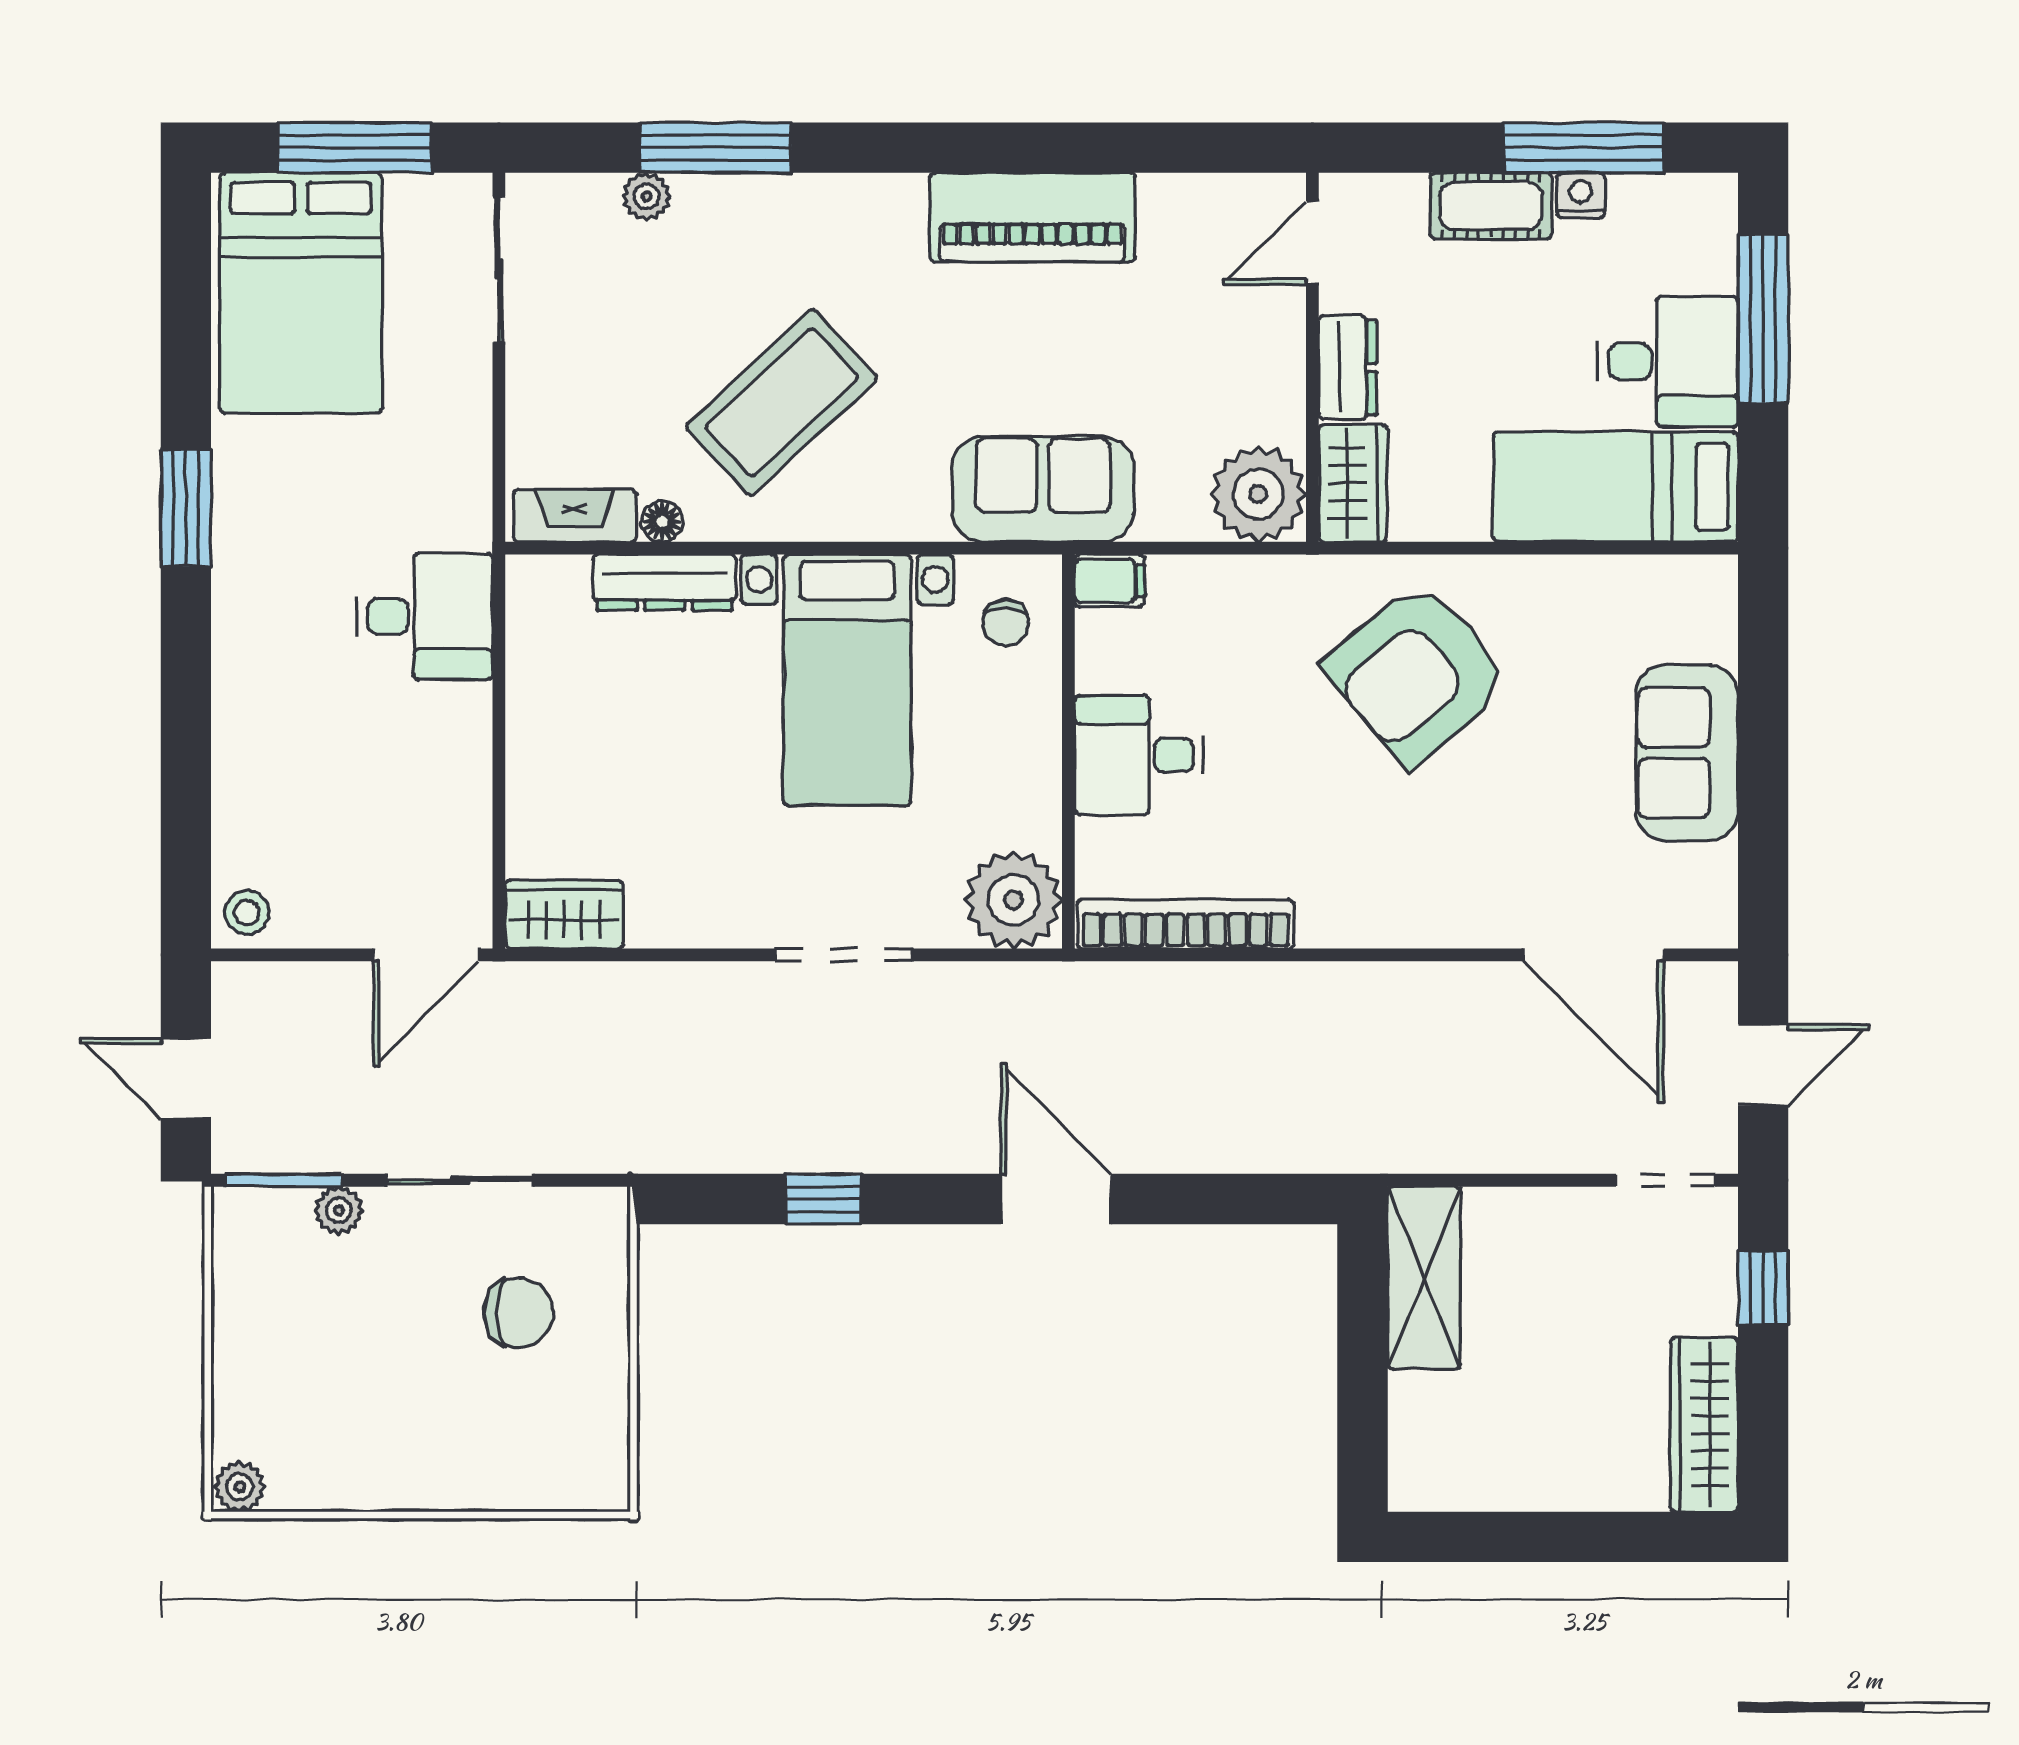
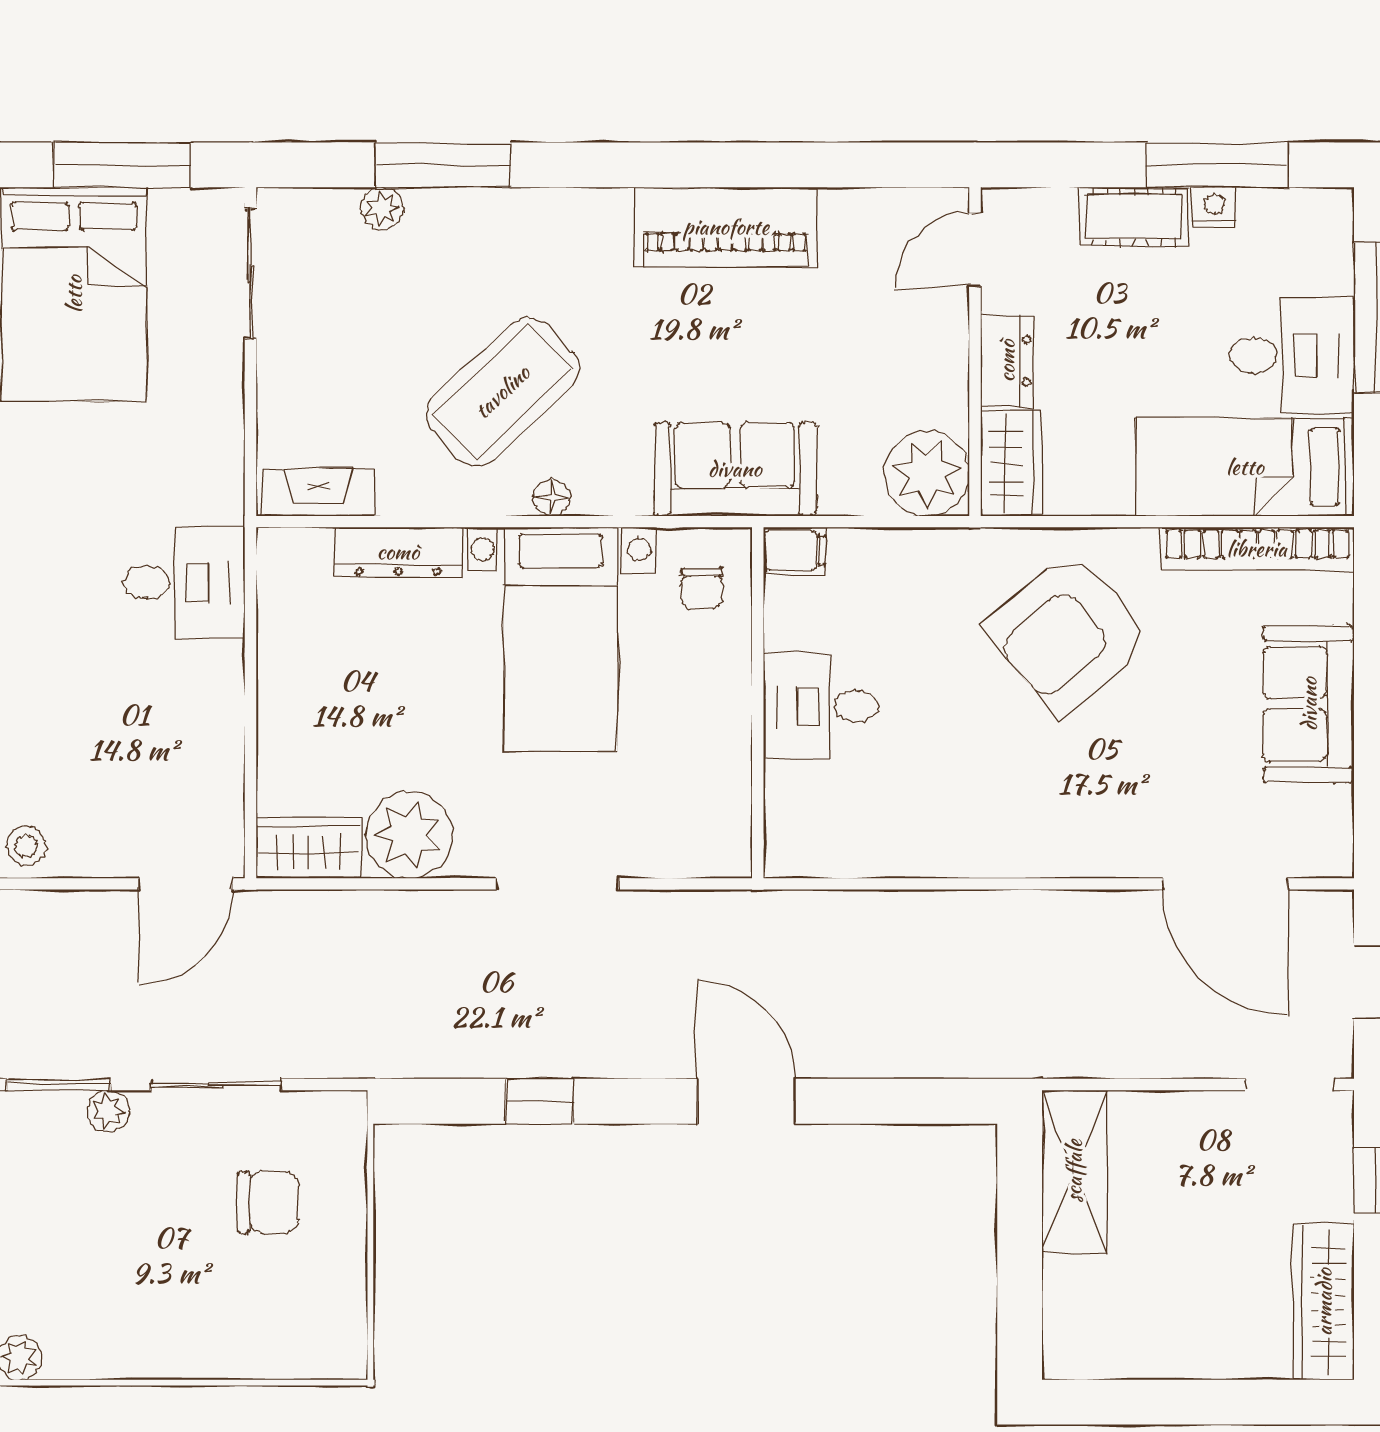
floor lamp: (662, 521) -> (552, 498), moved
plant: (1013, 900) -> (409, 835), moved
bookcase: (1186, 924) -> (1257, 549), moved, turned 180

